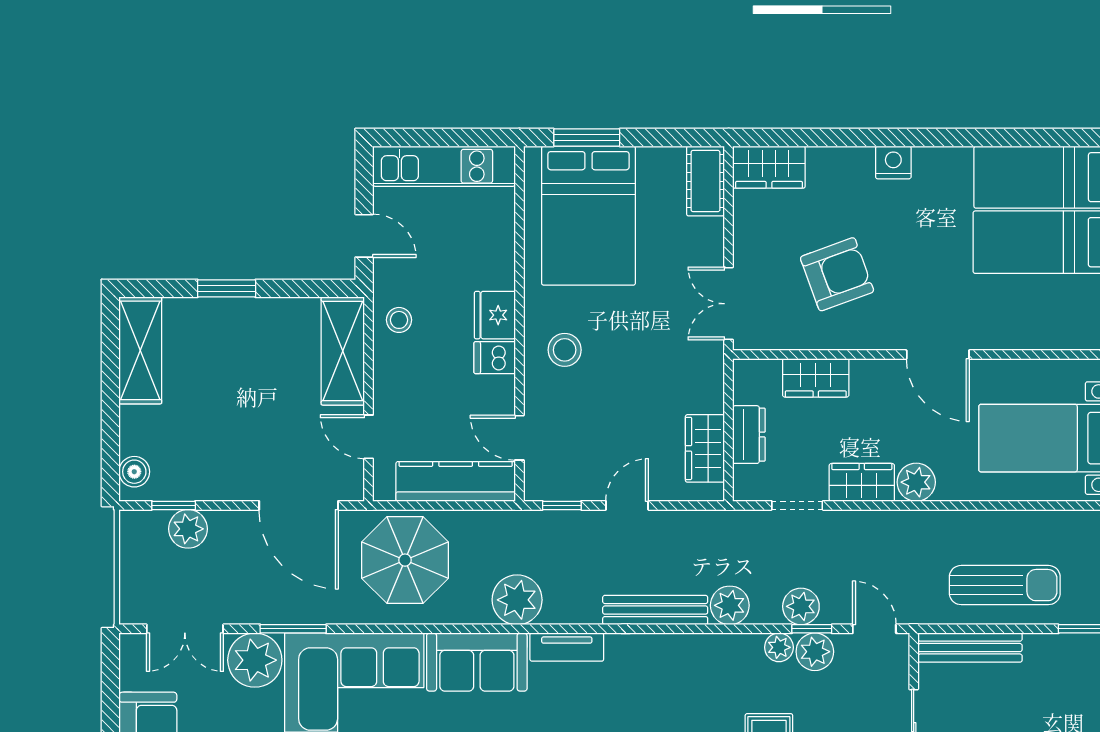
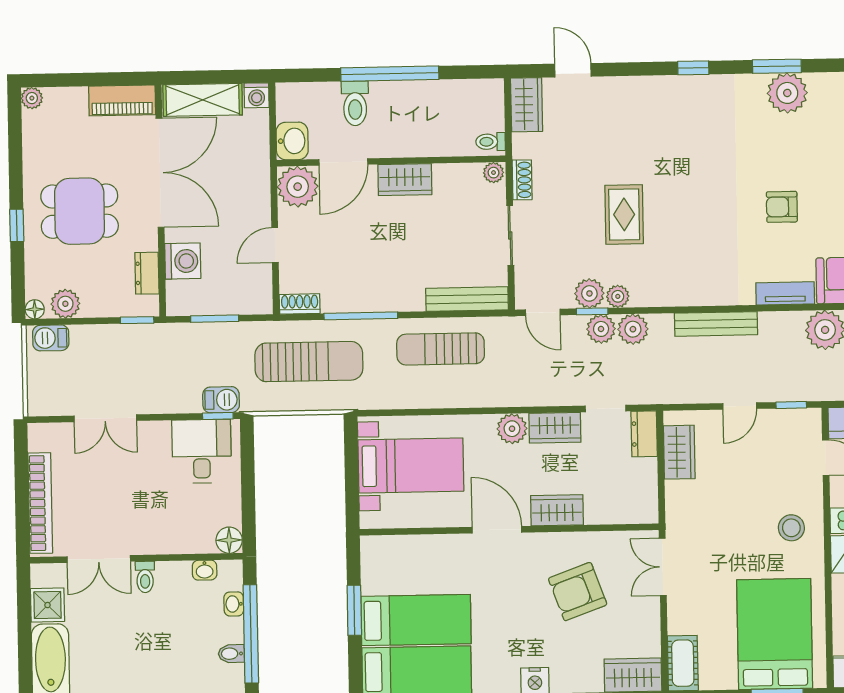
double door: (729, 304) -> (663, 567), swing flipped
wardrobe: (816, 378) -> (557, 510), moved
dresser: (749, 435) -> (644, 434), moved
plant: (730, 605) -> (633, 329), moved

